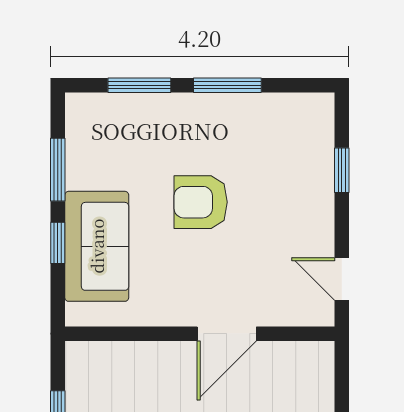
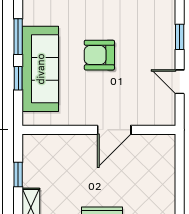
sofa: (97, 246) -> (40, 69), width x1.36
door: (342, 279) -> (180, 82), moved

